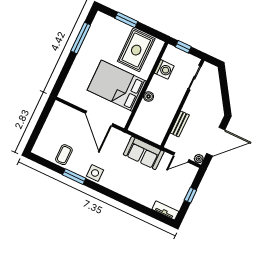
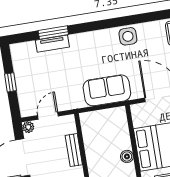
sofa: (144, 153) -> (107, 90), moved
window: (74, 177) -> (53, 32), moved
tv unit: (165, 210) -> (52, 44), moved

